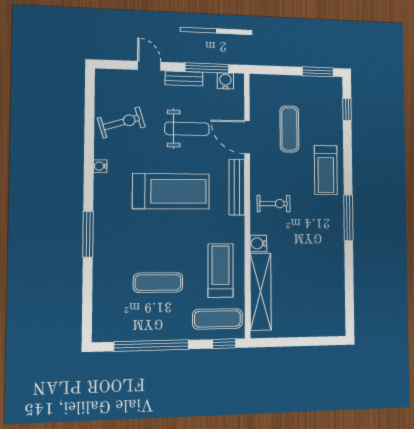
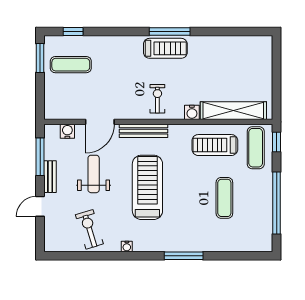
water cooler: (225, 81) -> (67, 131), moved, turned 90
exercise mat: (289, 129) -> (71, 65), moved
treadmill: (326, 170) -> (165, 48), moved

